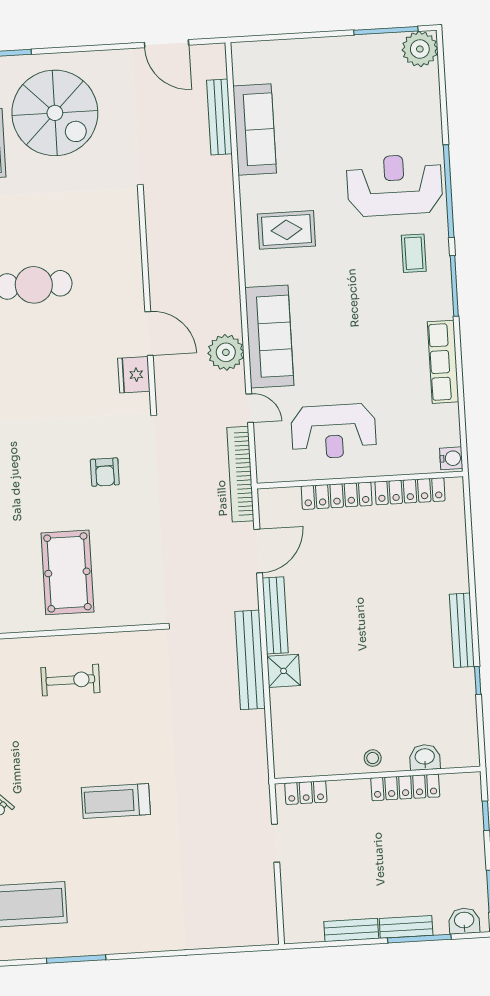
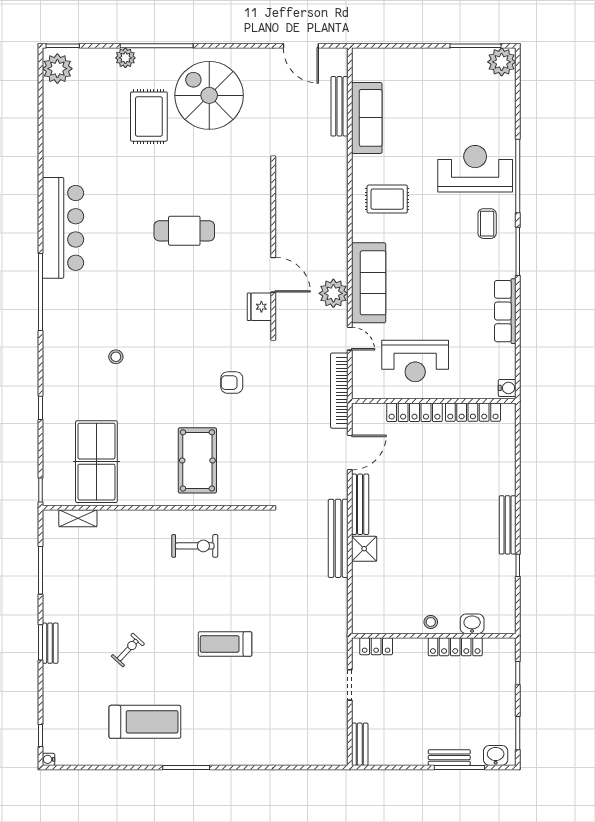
spiral stairs: (55, 113) -> (209, 95), turned 180
armchair: (105, 472) -> (232, 383), turned 90
bench: (351, 930) -> (360, 744), moved, turned 90

